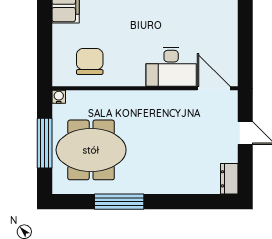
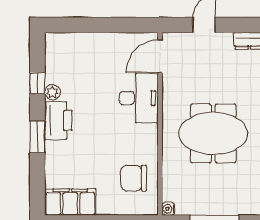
meeting table: (91, 150) -> (213, 133), moved, turned 90

